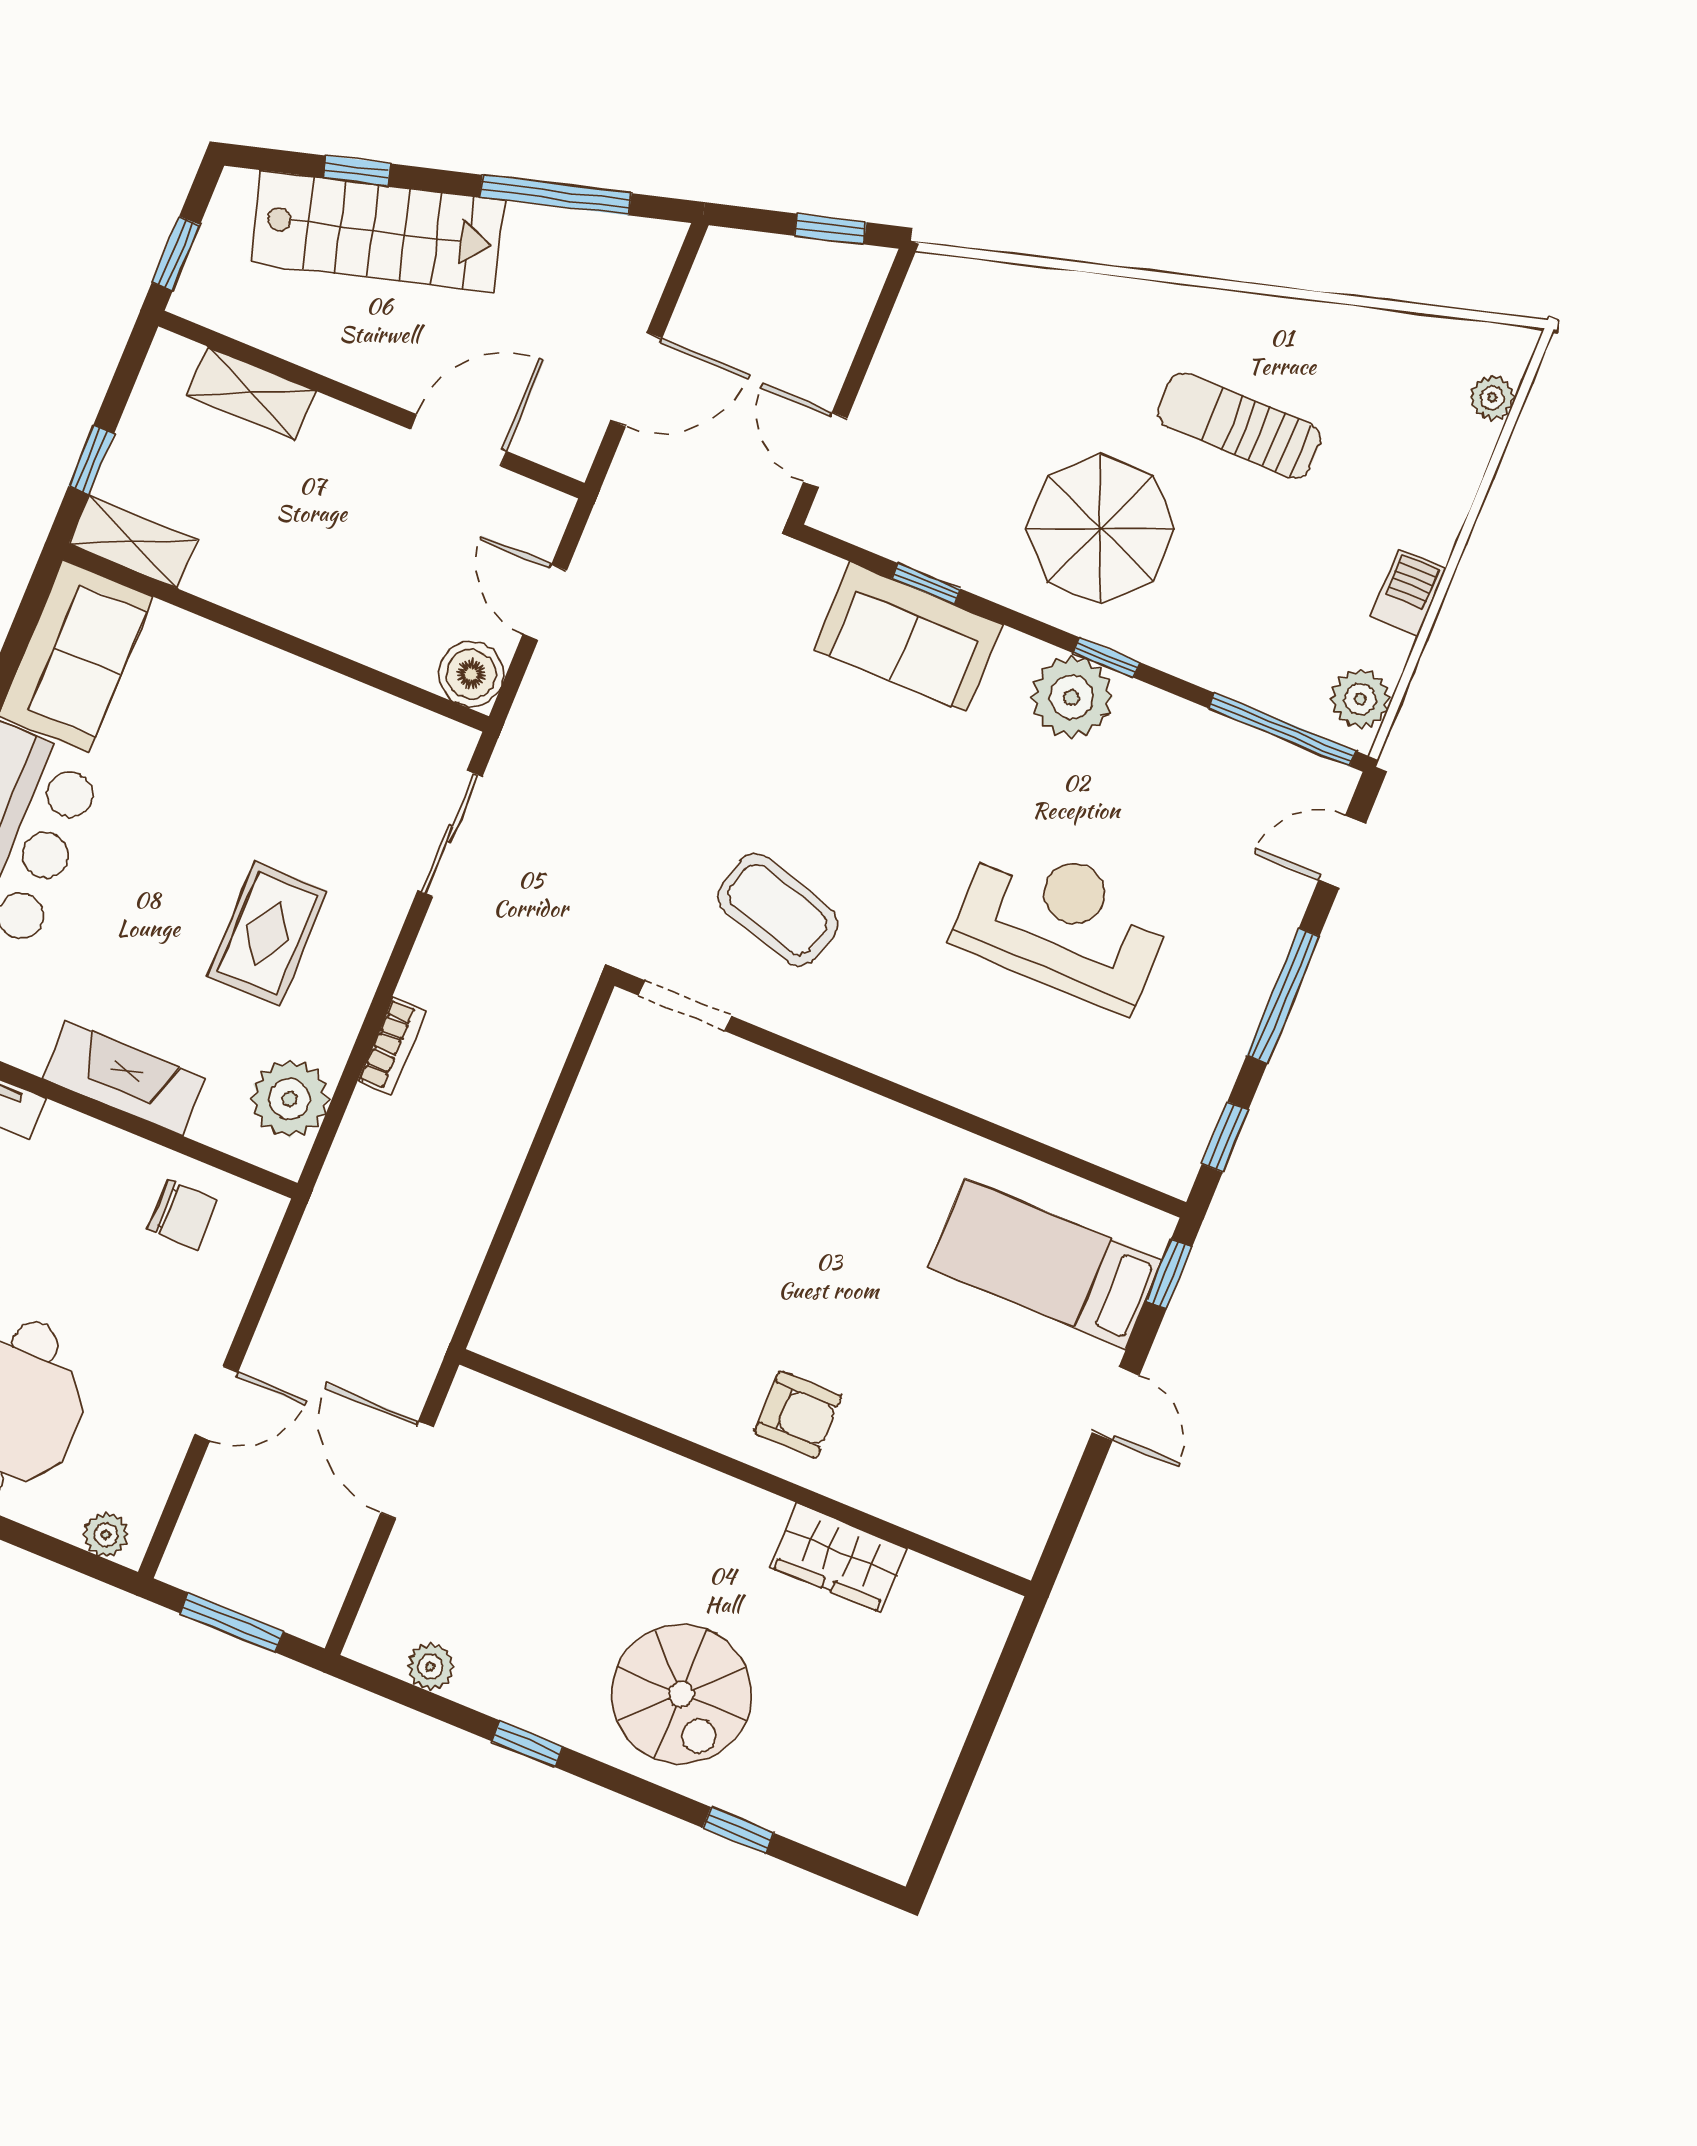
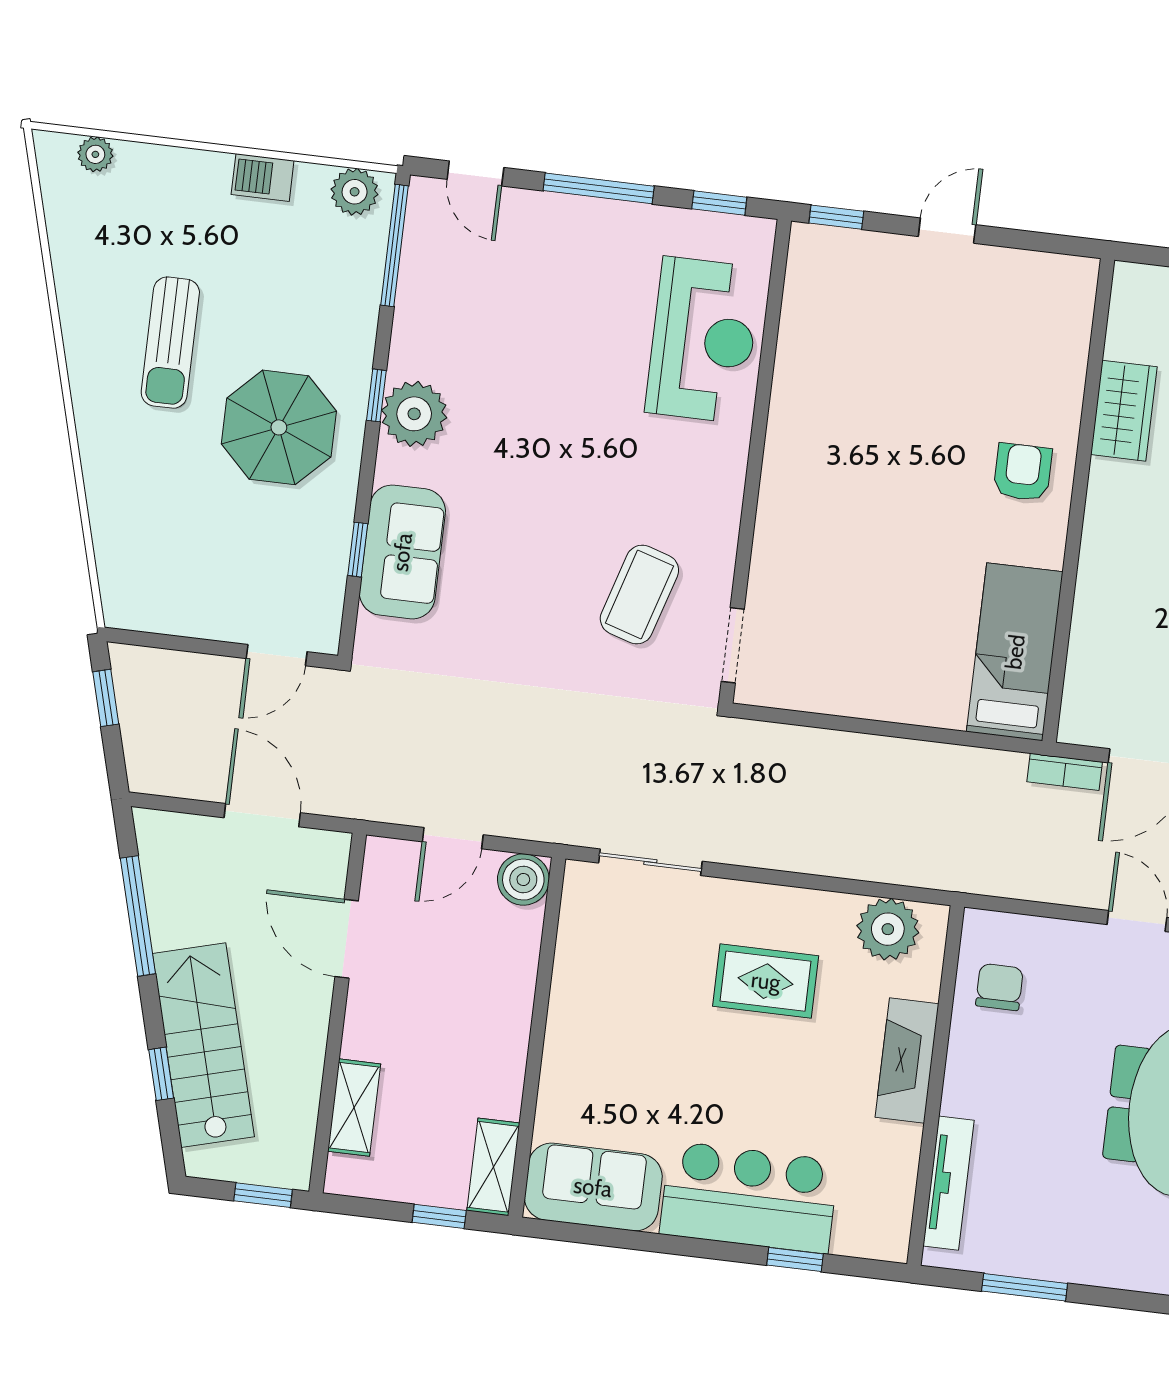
reception desk: (1062, 924) -> (703, 340), moved, turned 180
bookcase: (392, 1046) -> (1065, 772), moved, turned 180
bed: (1045, 1264) -> (1015, 652), moved, turned 180

